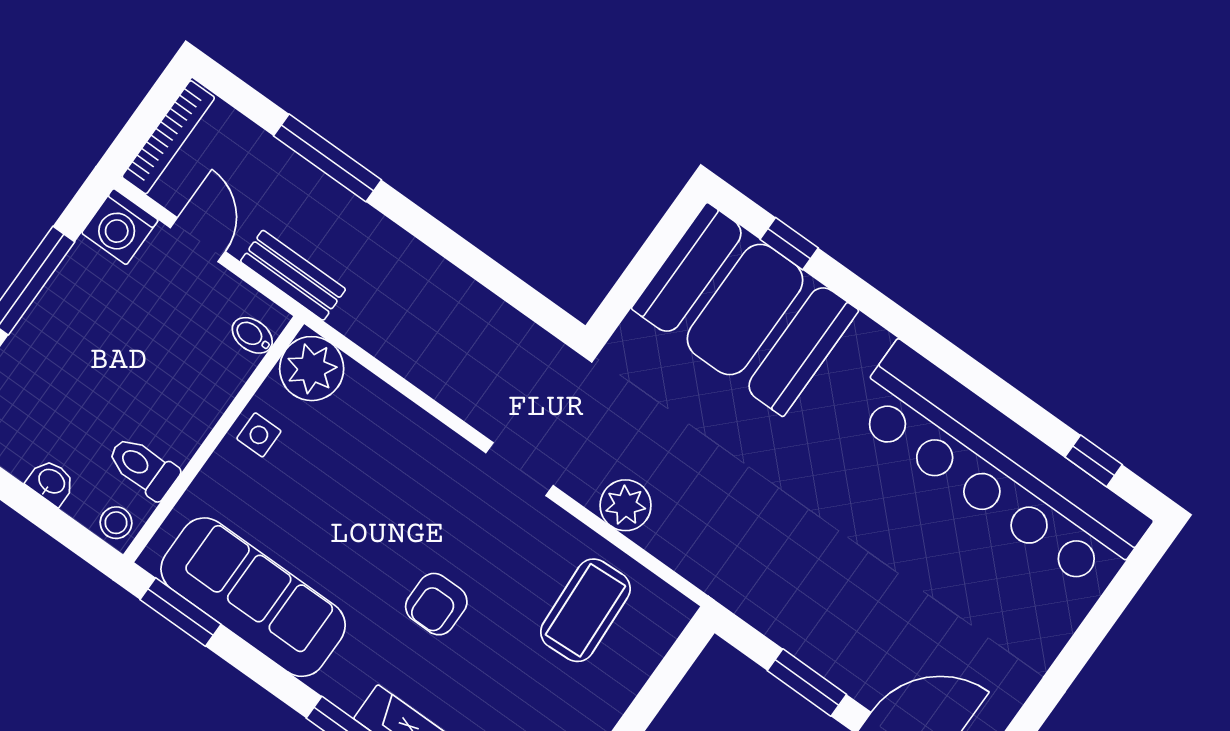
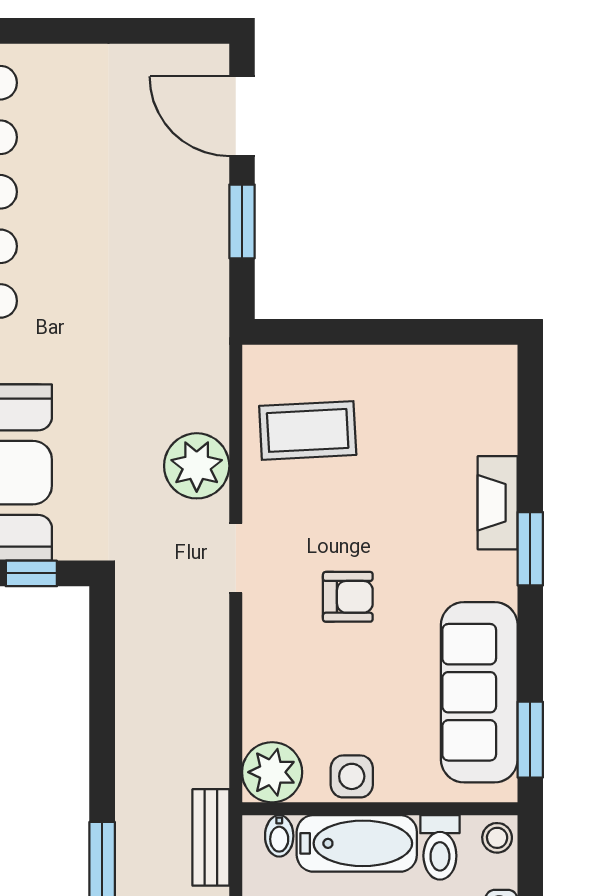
window: (632, 283) -> (31, 573), added
bathtub: (198, 398) -> (357, 843), added
side table: (259, 435) -> (352, 776), width x1.37, depth x1.37
plant: (626, 505) -> (197, 466), width x1.36, depth x1.36
armchair: (436, 604) -> (348, 597), moved

